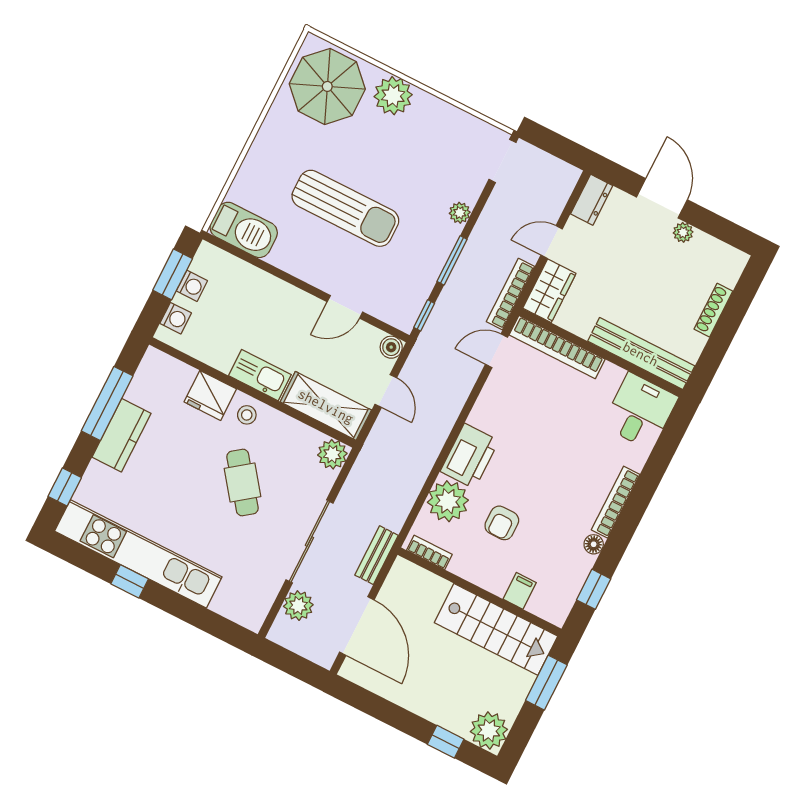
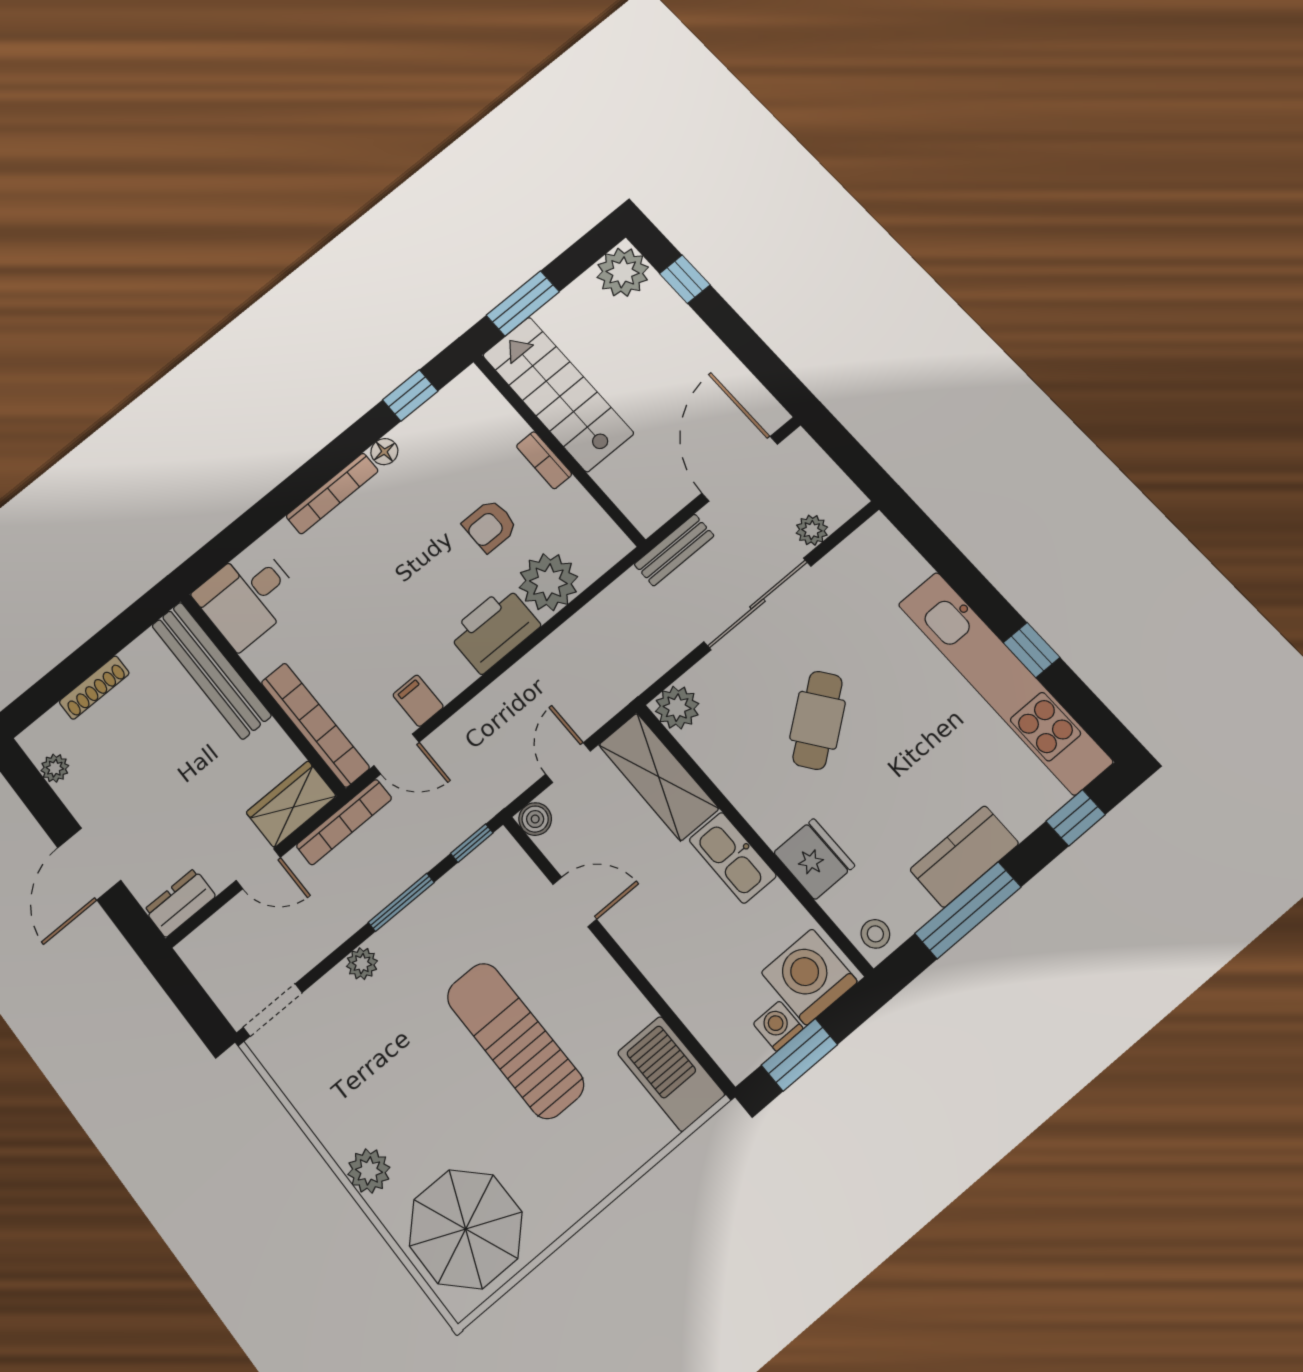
plant: (393, 96) -> (369, 1171), width x0.73, depth x0.73
plant: (683, 232) -> (55, 768), moved
washing machine: (176, 318) -> (809, 977), width x1.89, depth x1.89
stool: (247, 415) -> (875, 934), moved
armchair: (502, 523) -> (490, 526), turned 180
bookcase: (429, 552) -> (544, 460), moved
filing cabinet: (520, 591) -> (418, 701), moved, turned 90
plant: (298, 606) -> (812, 530), width x0.73, depth x0.73

